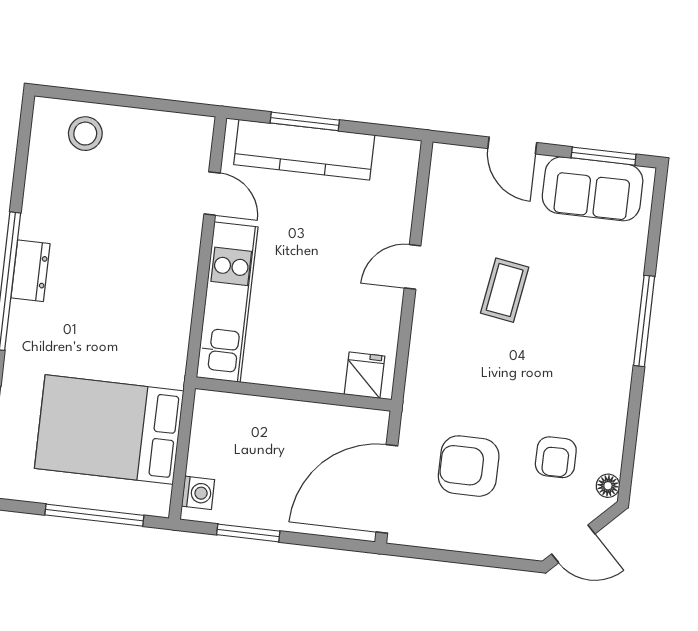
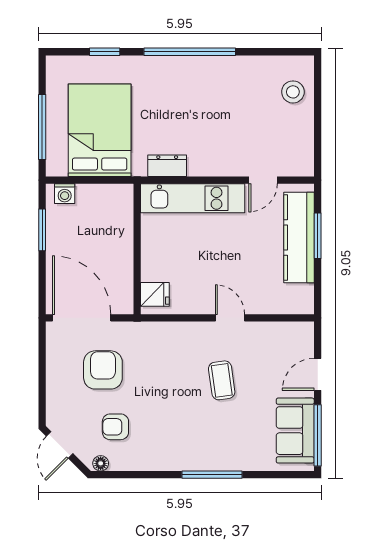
window: (604, 156) -> (318, 435), width x1.44
dresser: (30, 271) -> (167, 166), moved, turned 180
coffee table: (505, 290) -> (222, 380), turned 73

